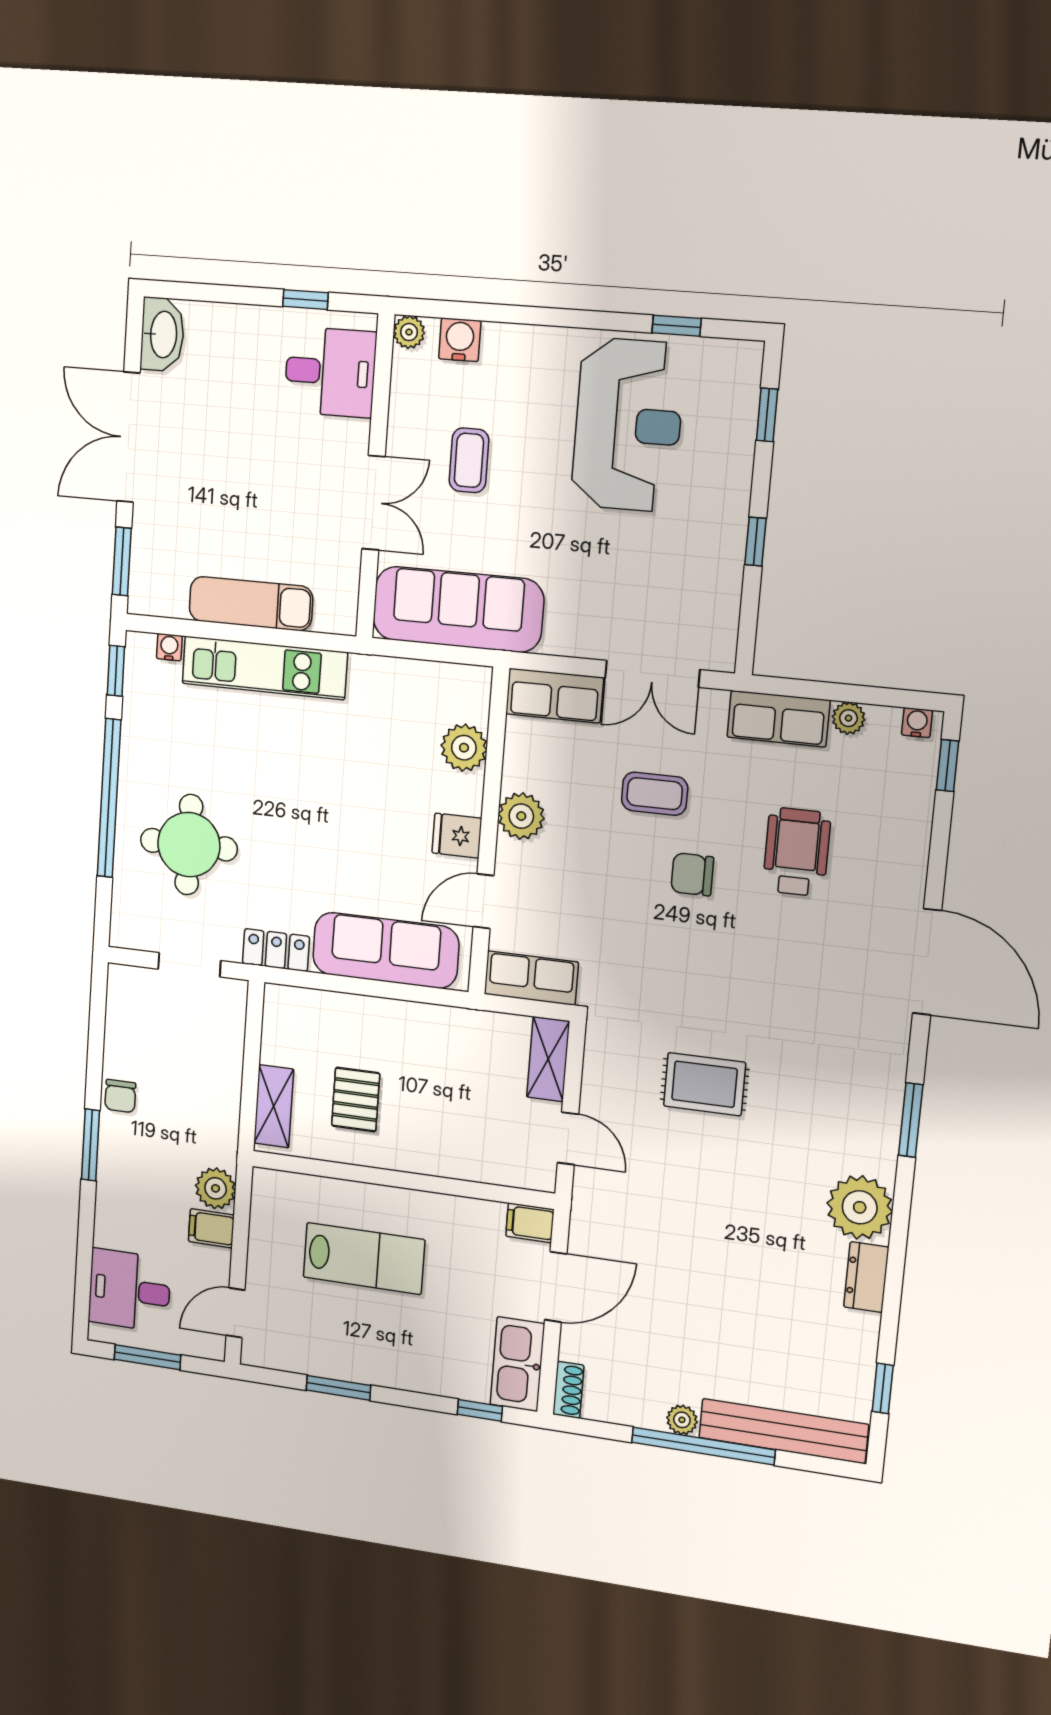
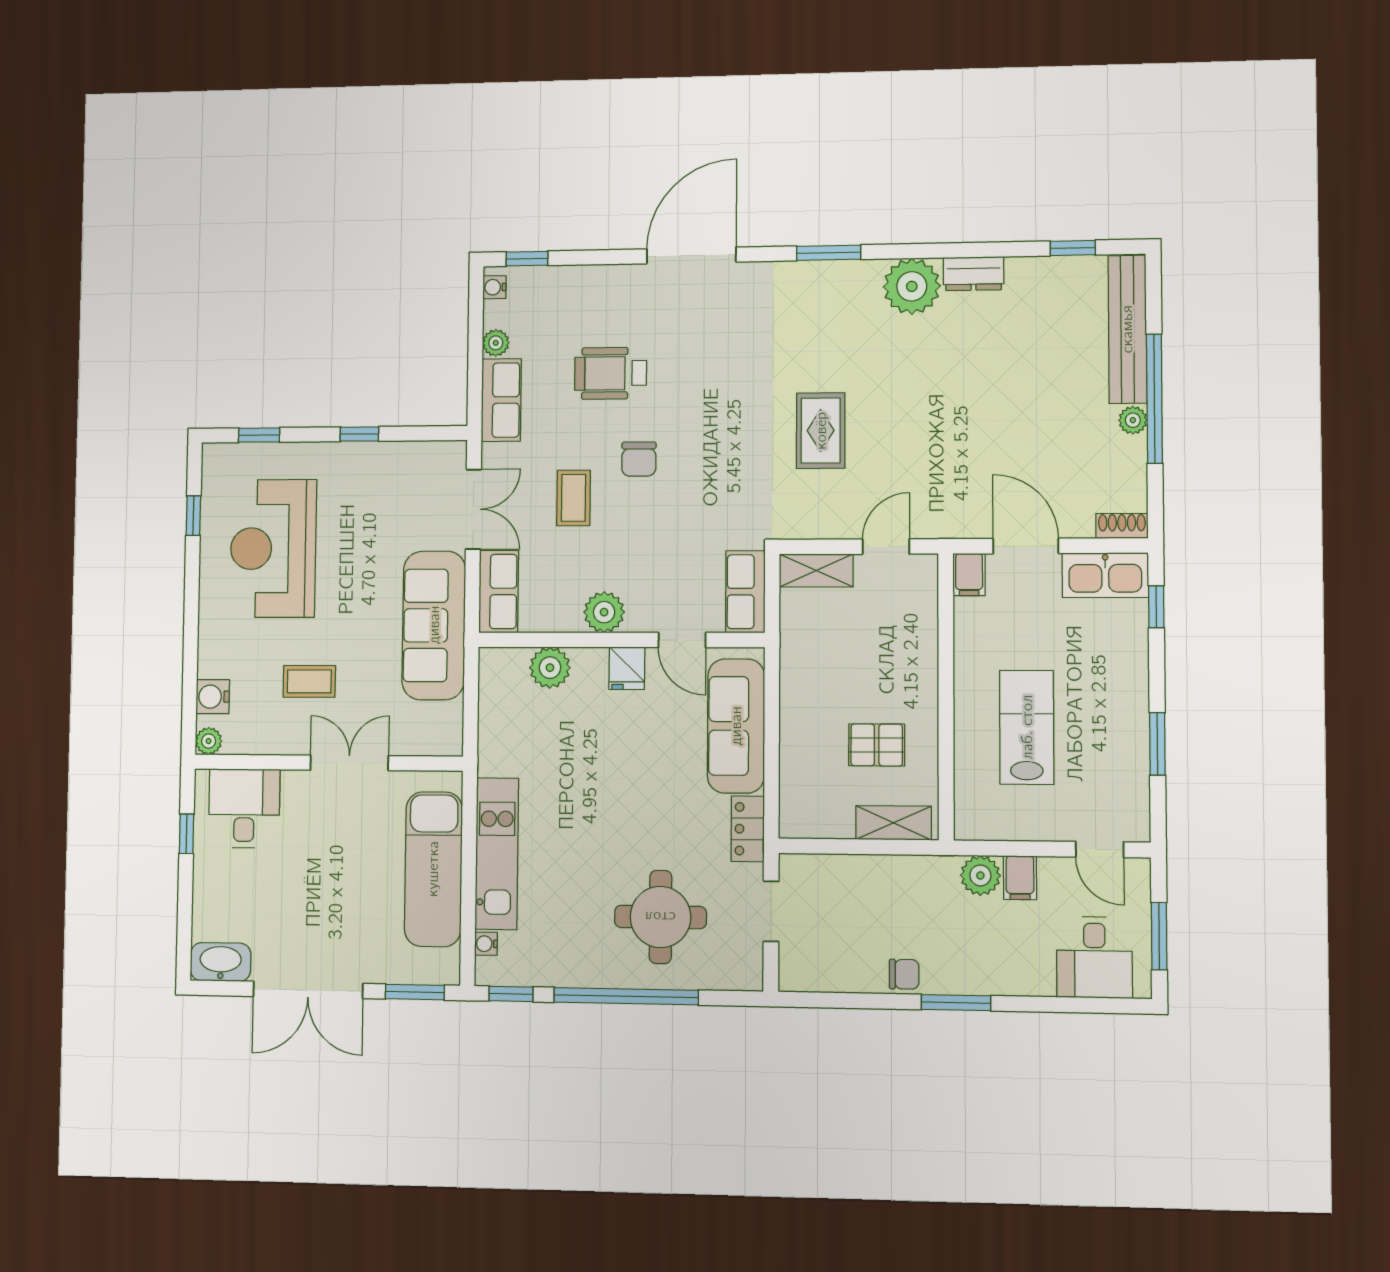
reception desk: (628, 425) -> (273, 548), turned -90
exam couch: (251, 604) -> (433, 869), width x1.36, depth x1.45
sofa: (458, 609) -> (434, 625), moved

